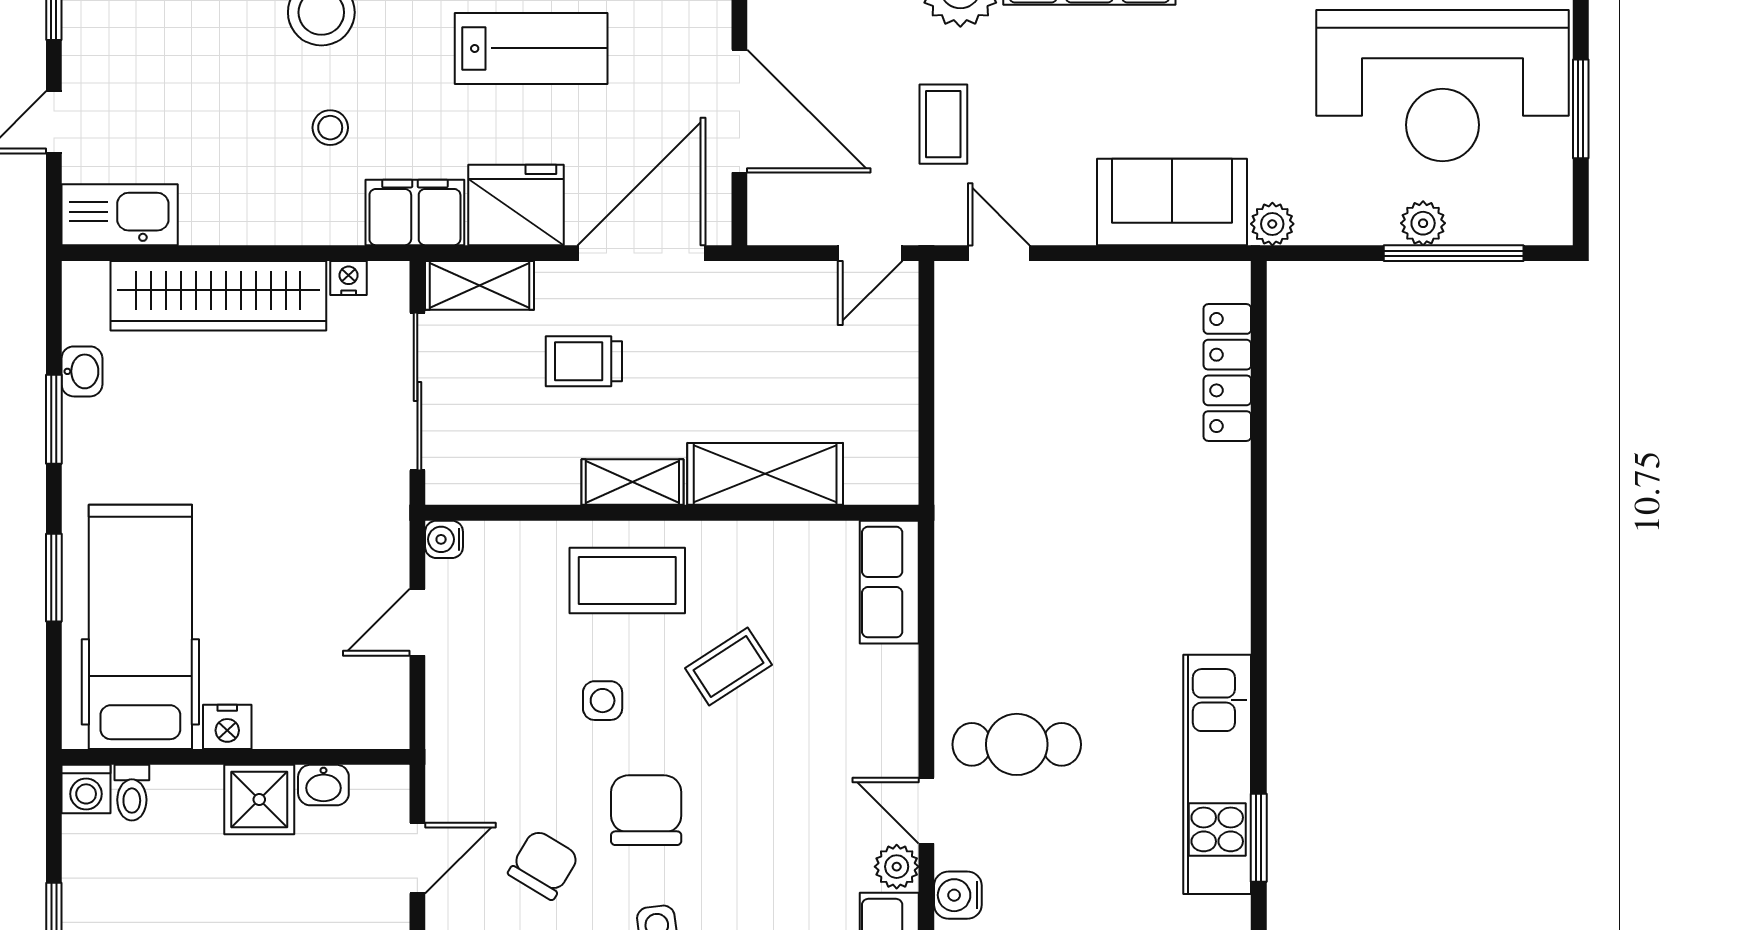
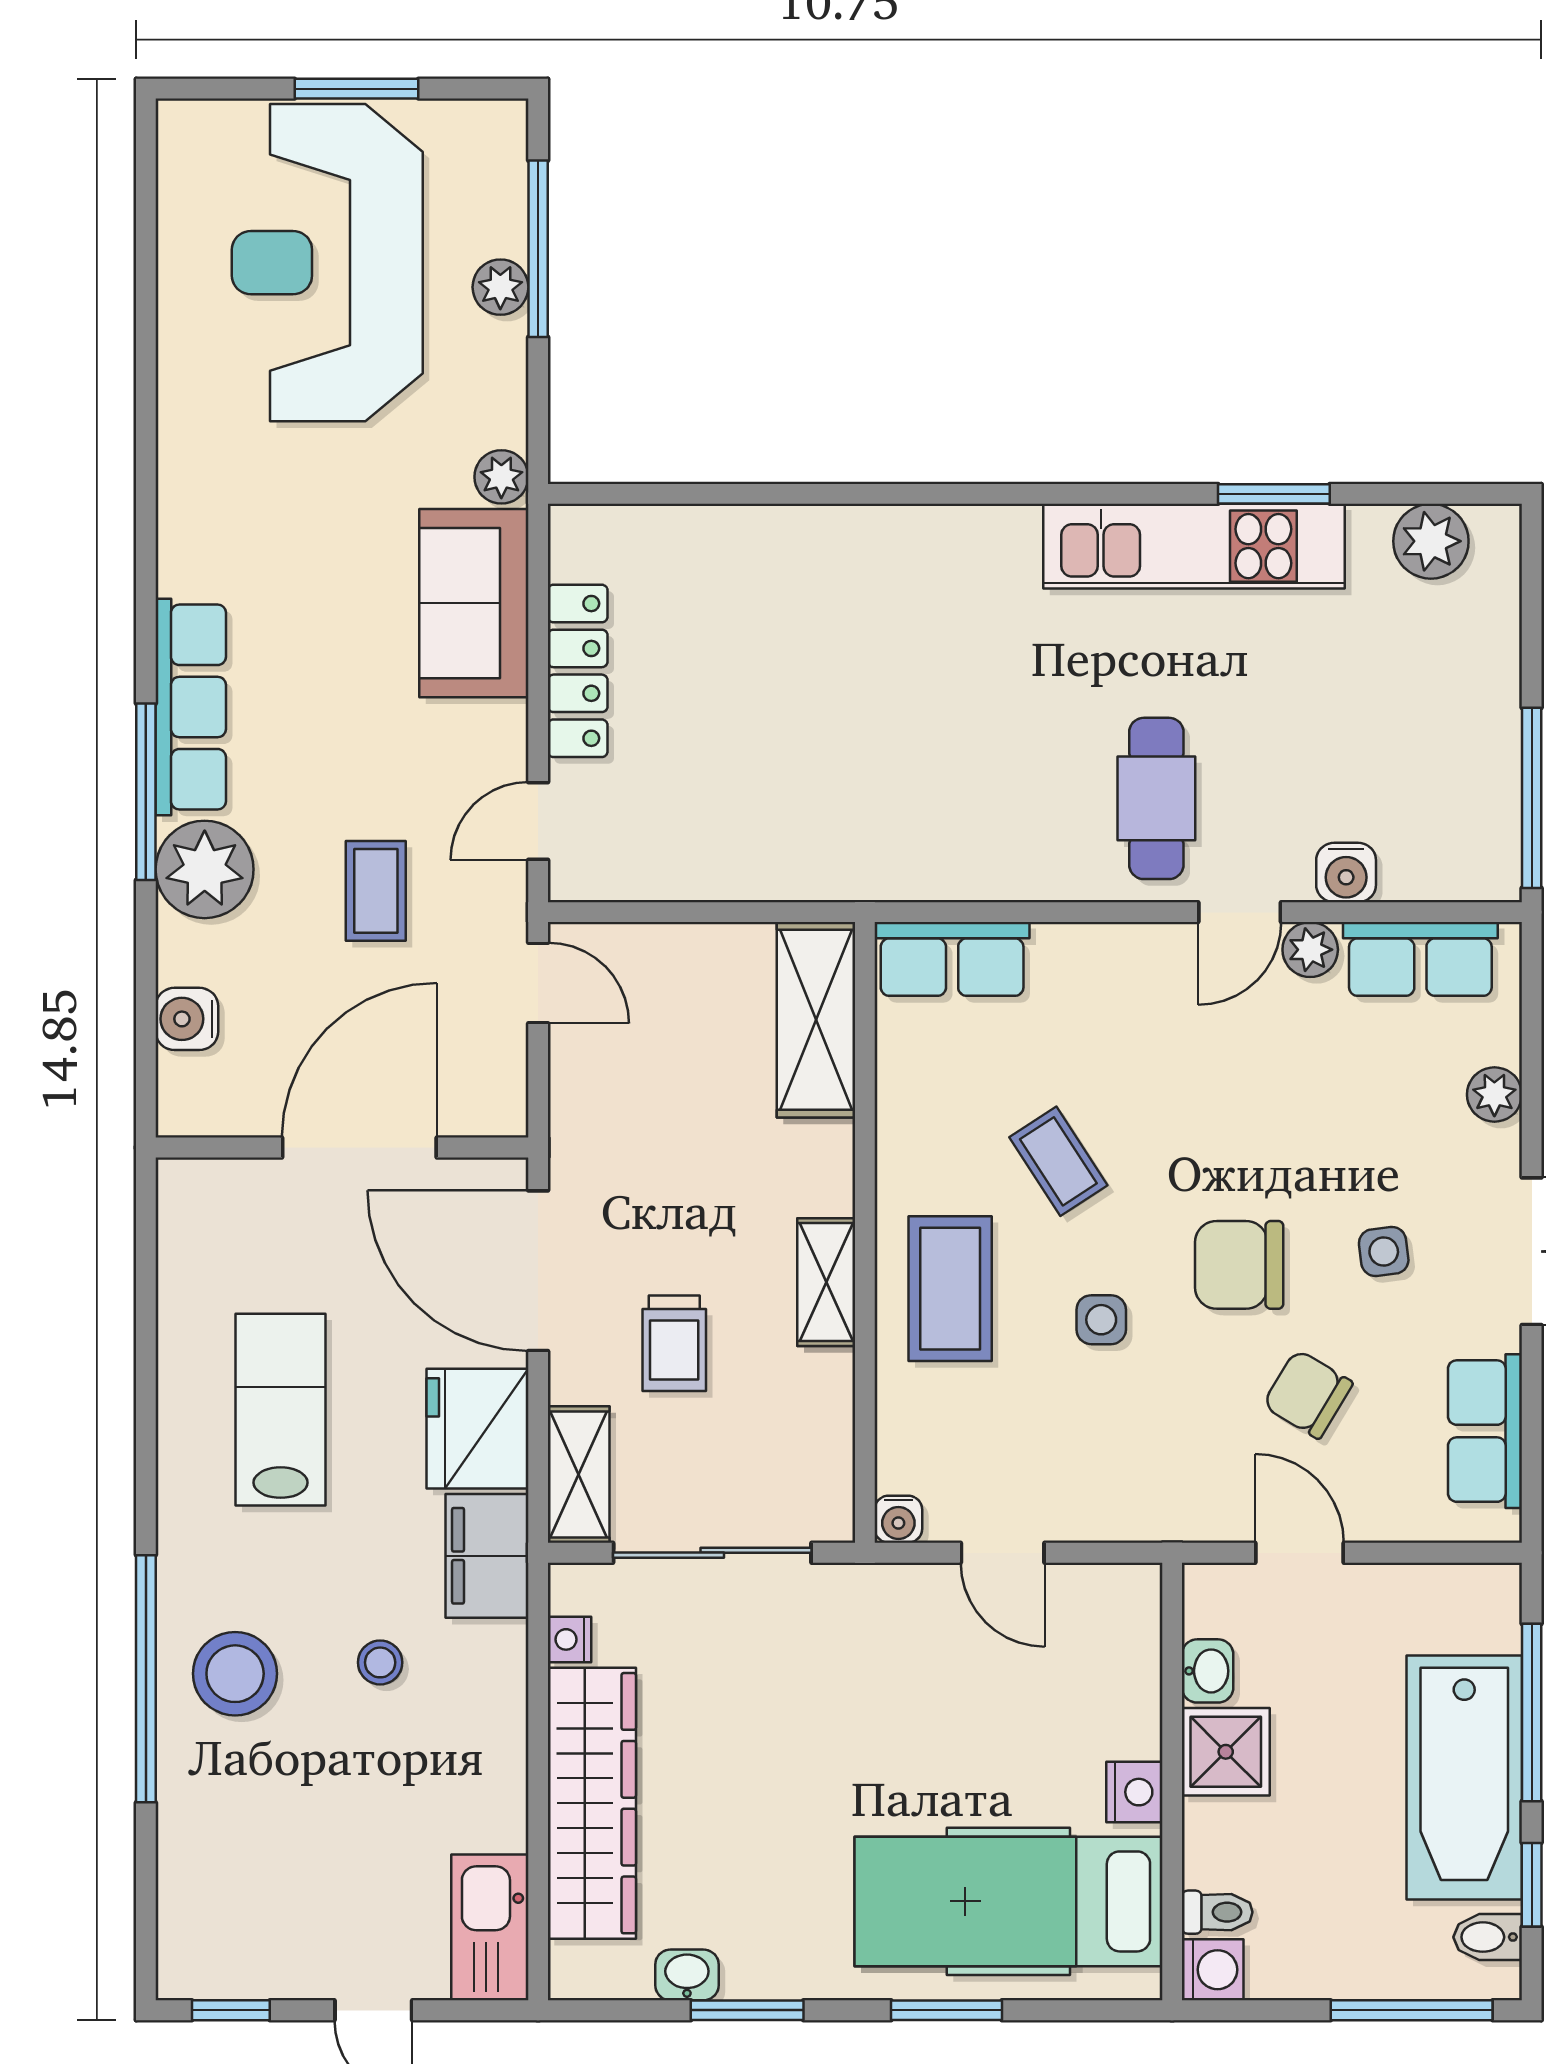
reception desk: (1442, 86) -> (327, 263), turned 180
coffee table: (943, 124) -> (376, 891), turned 90
locker: (1227, 373) -> (578, 671), moved, turned -90
shelving: (765, 474) -> (816, 1020), moved

